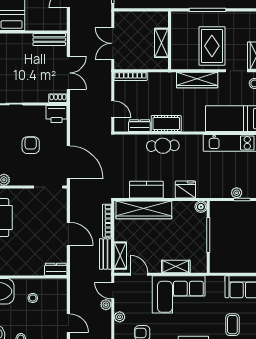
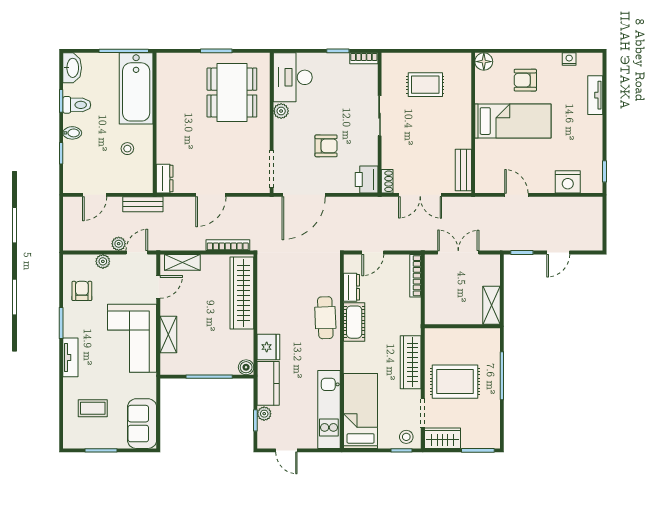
shelving: (161, 43) -> (492, 305), moved, turned 90
kitchen counter: (146, 190) -> (268, 383), moved
bench: (105, 254) -> (143, 204), moved

